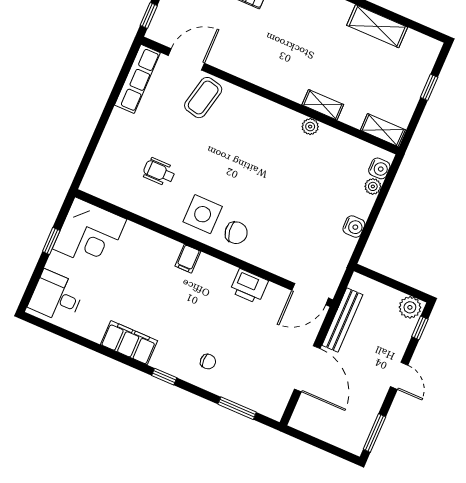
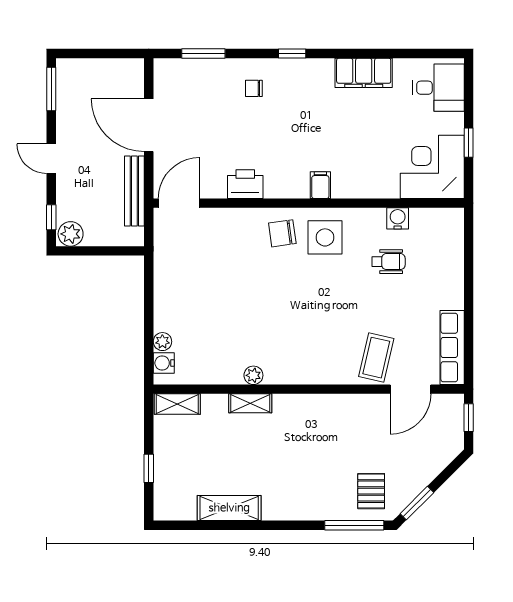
water cooler: (354, 227) -> (398, 218), moved, turned 90
filing cabinet: (129, 343) -> (364, 73), moved

